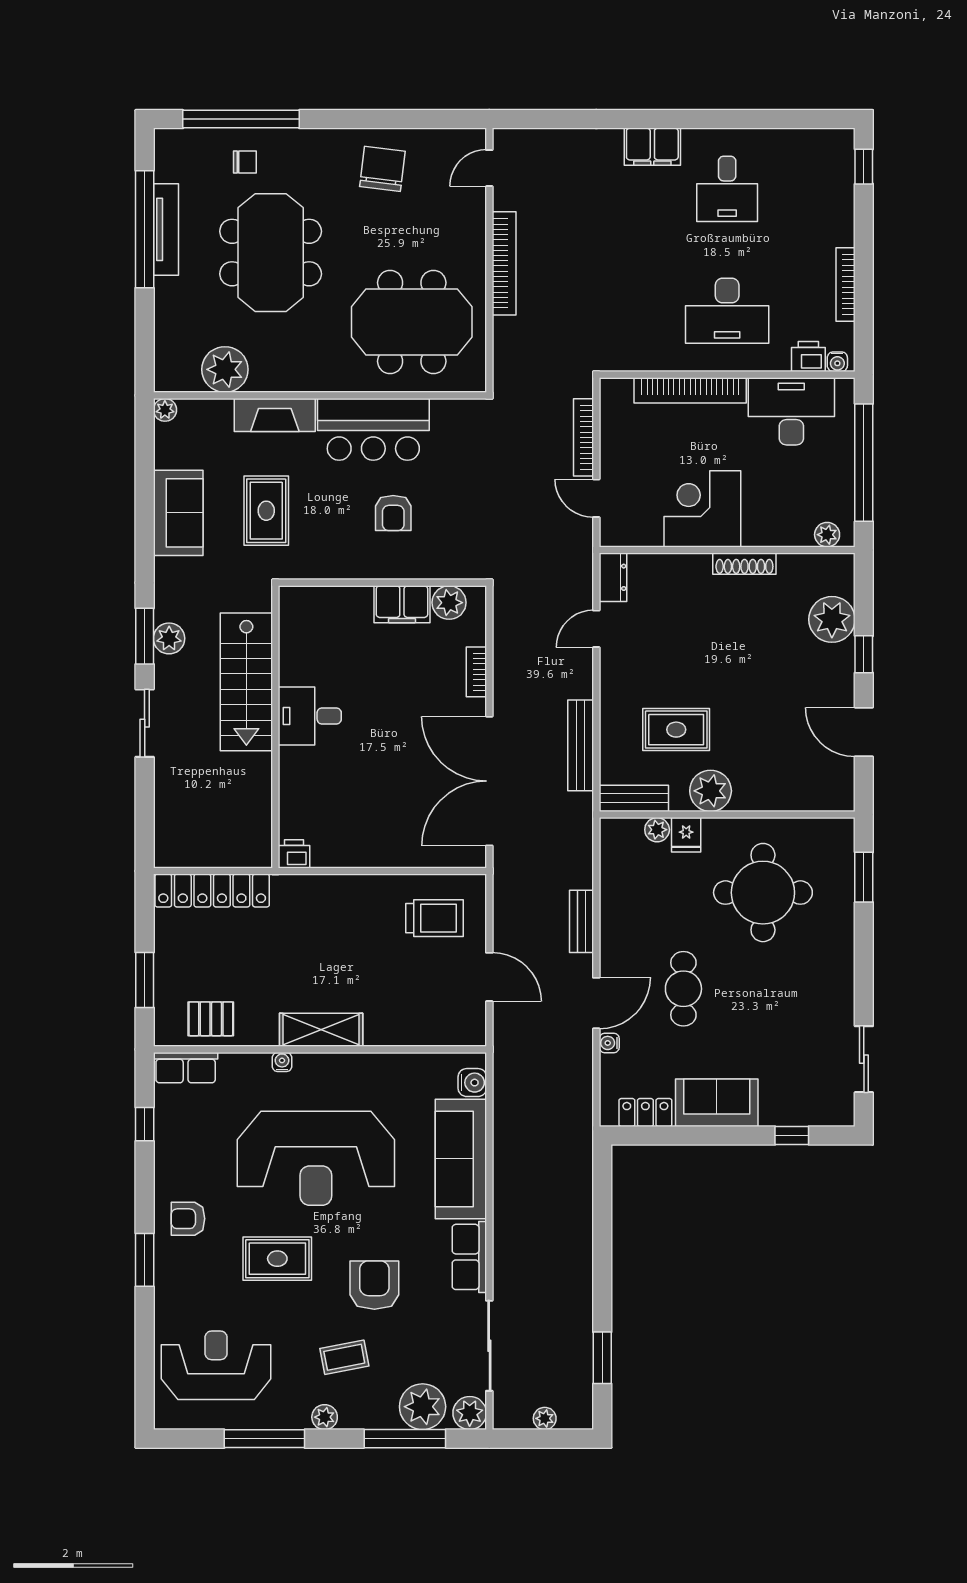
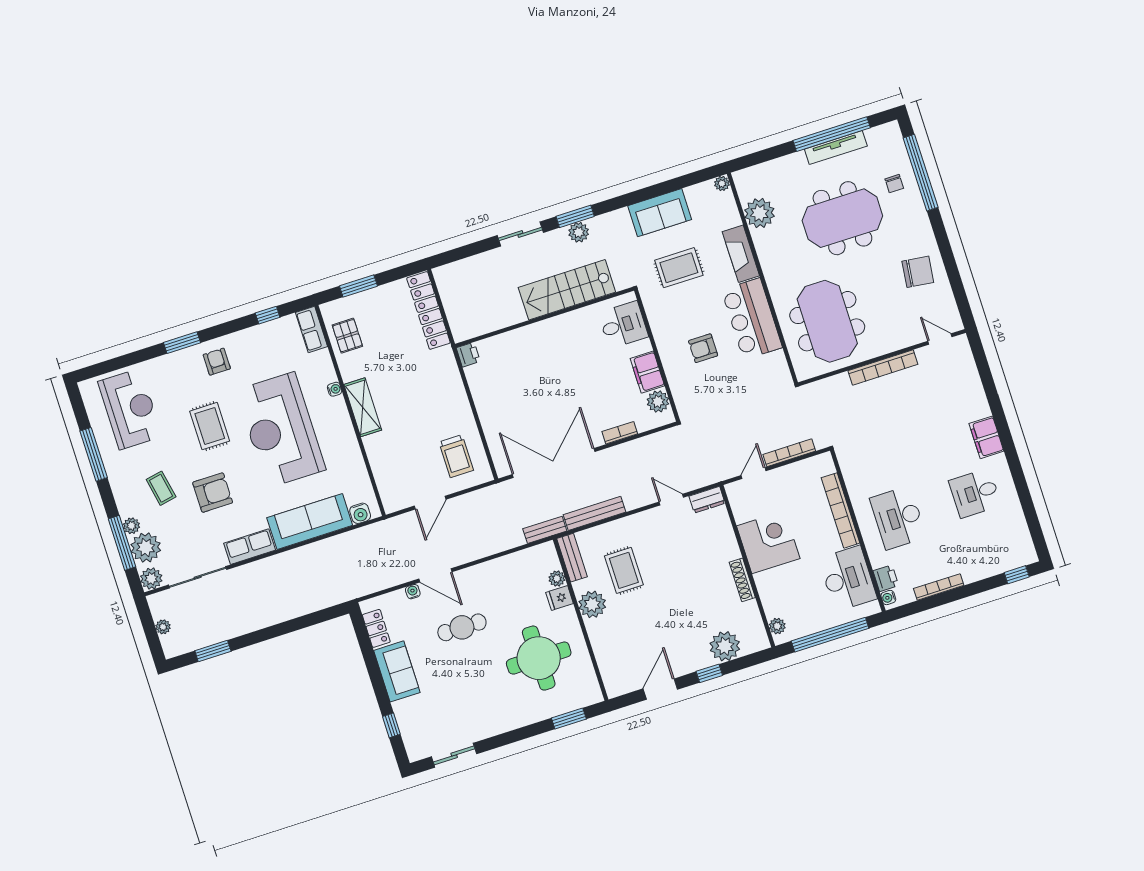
desk: (310, 716) -> (623, 325), moved, turned 90
bench: (581, 921) -> (545, 530), moved
plant: (325, 1417) -> (131, 526), moved

